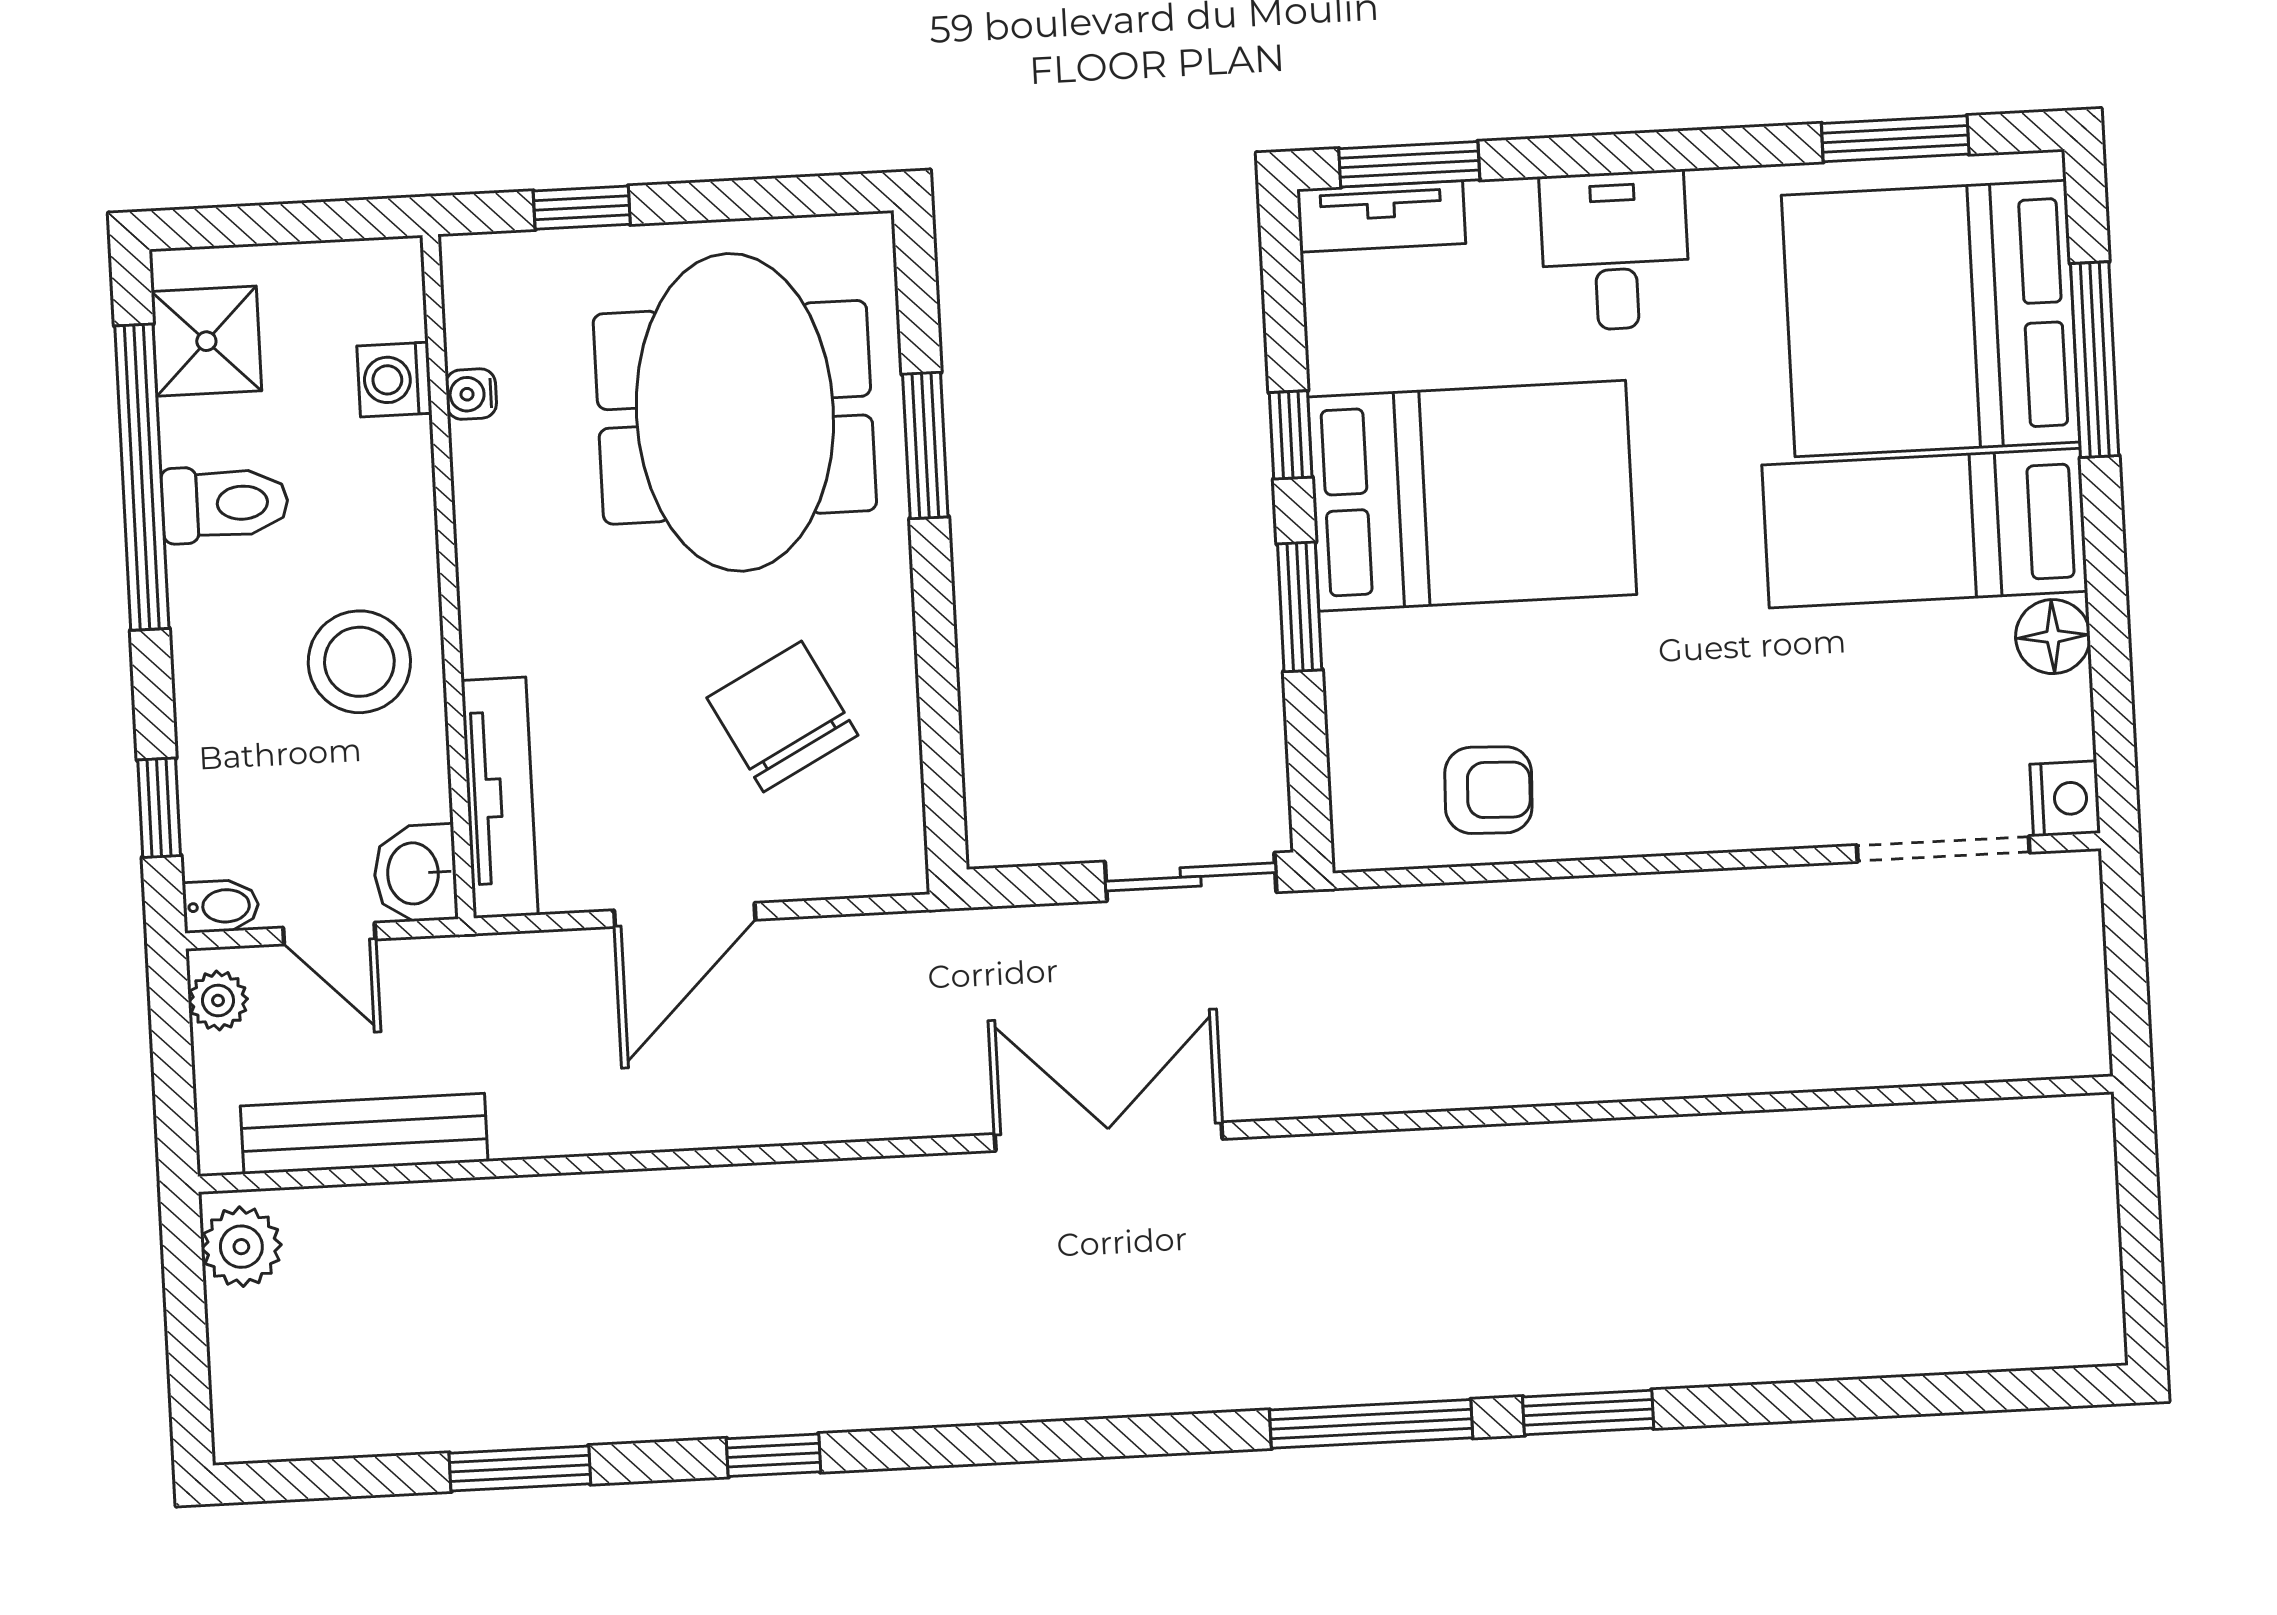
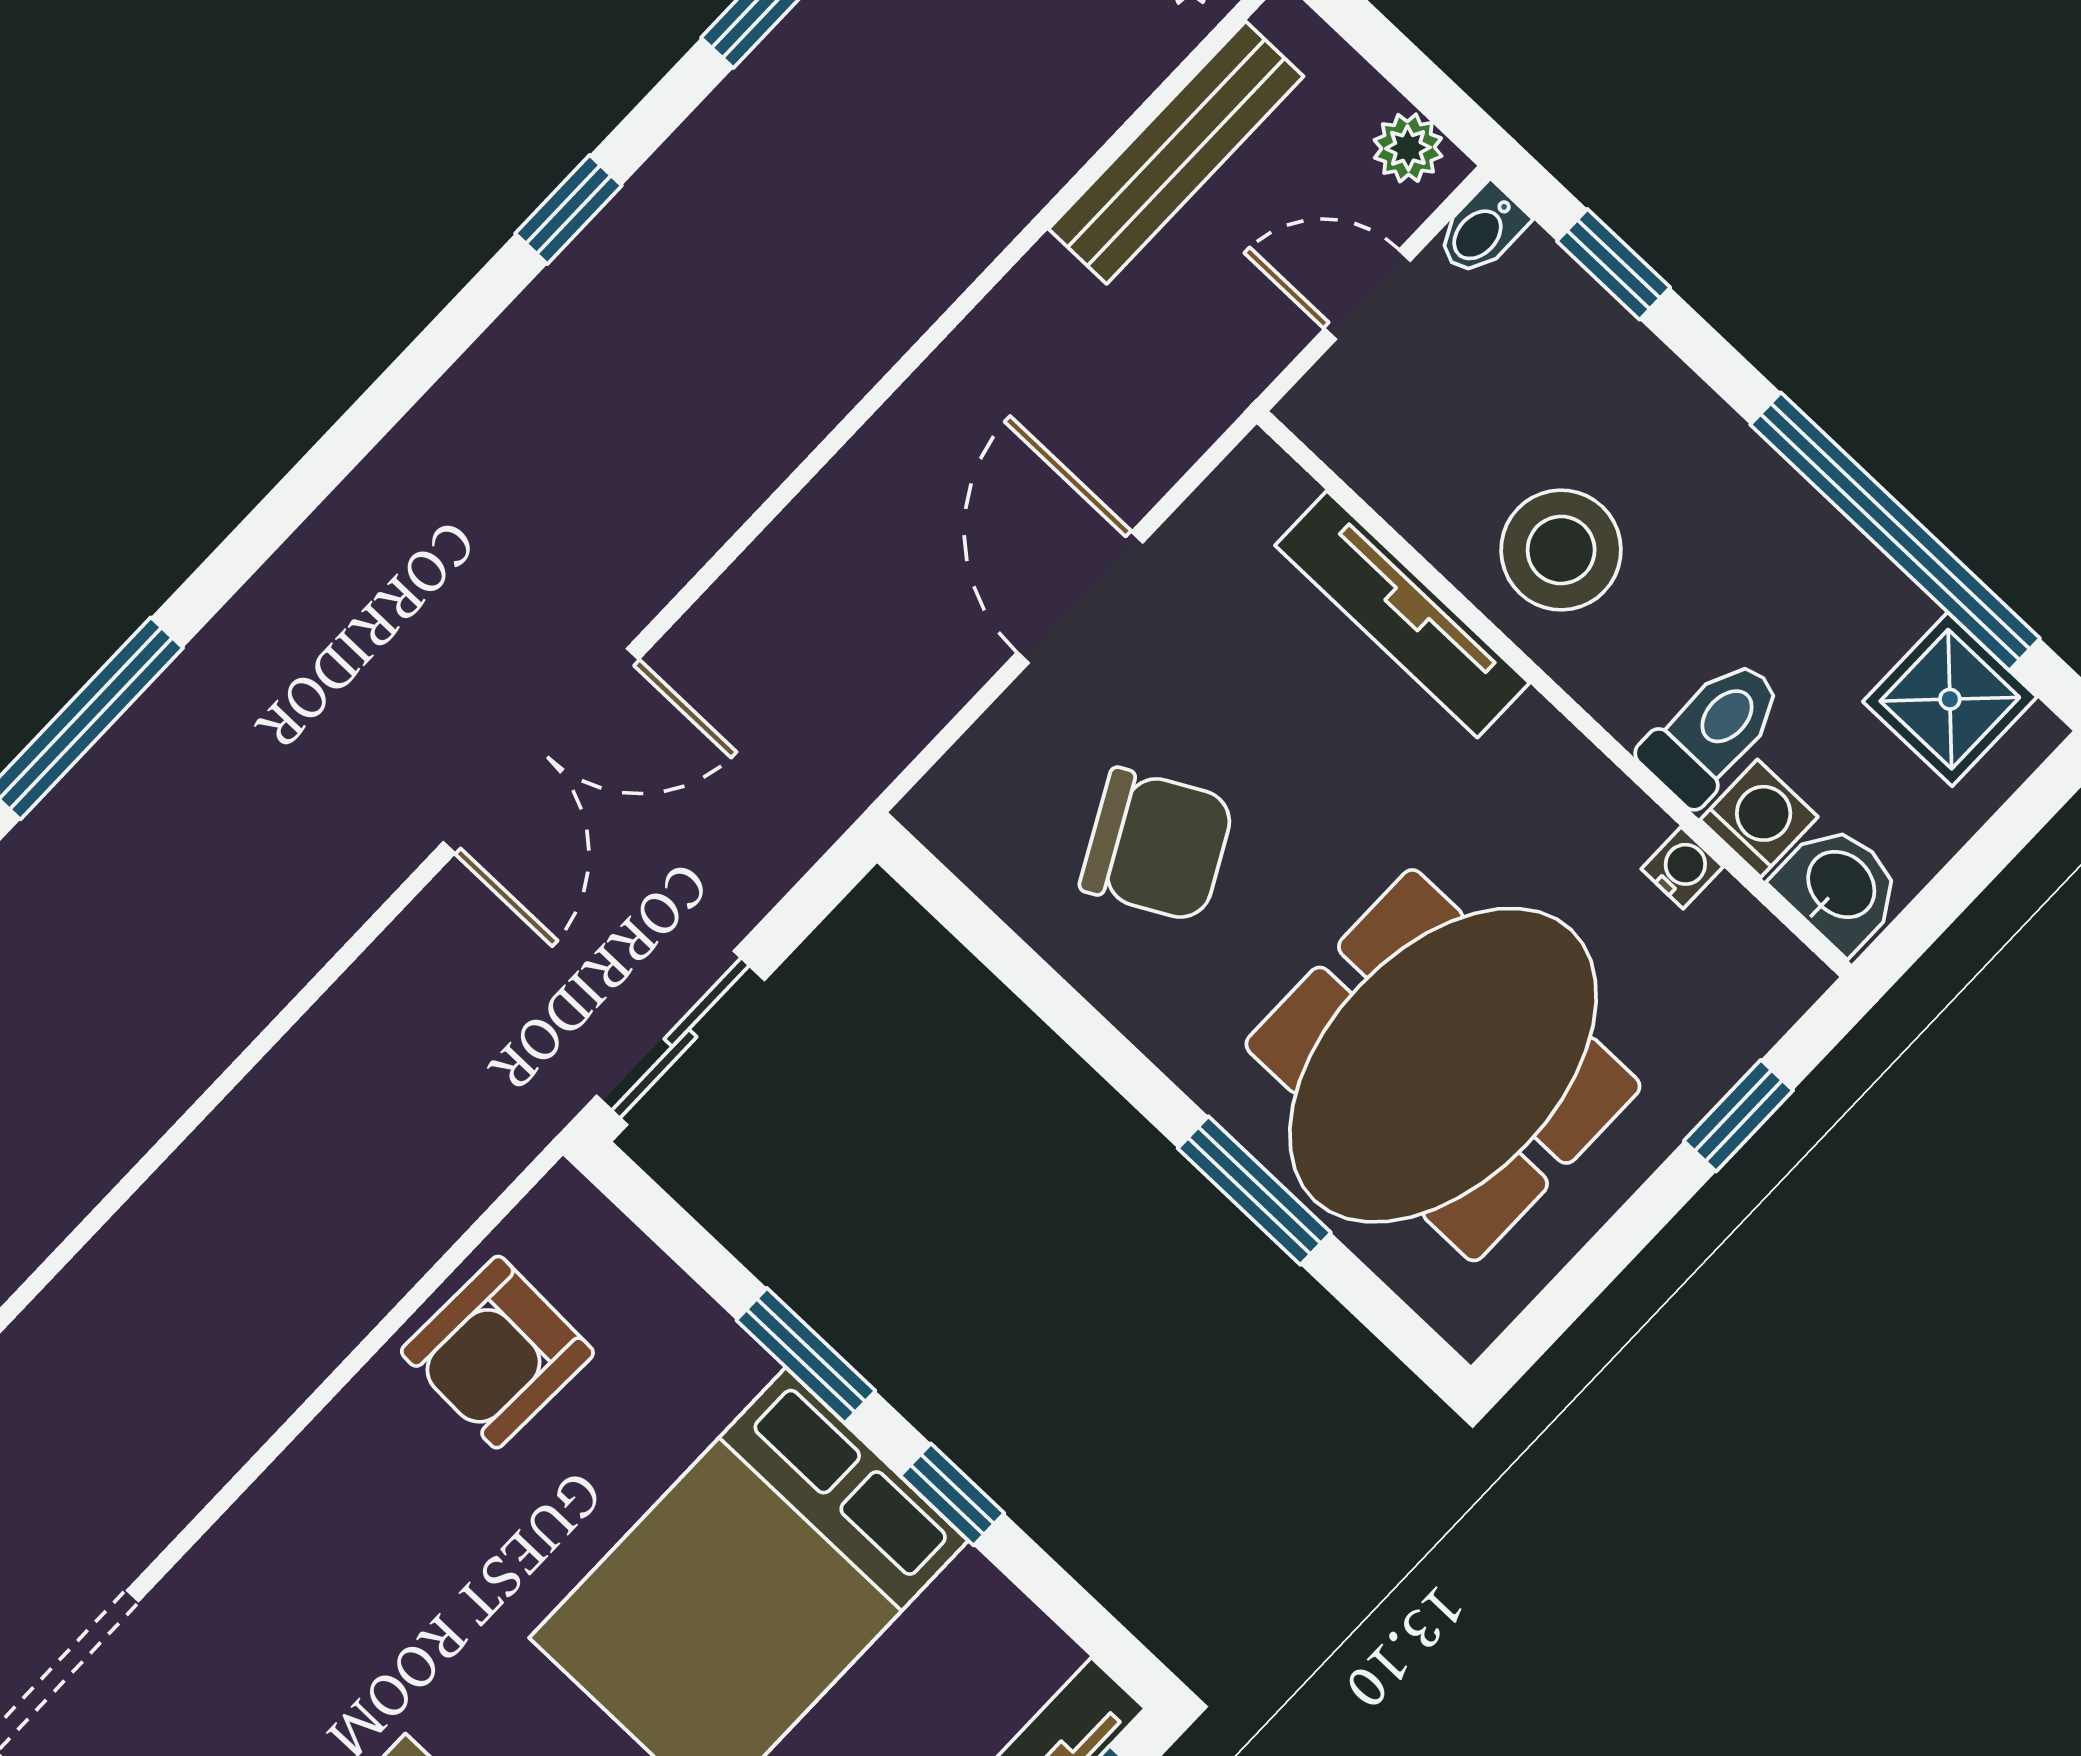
meeting table: (735, 412) -> (1443, 1065), turned 90
toilet: (225, 504) -> (1713, 731), moved, turned 180
armchair: (1488, 790) -> (497, 1352), width x1.38, depth x1.38
tv unit: (500, 798) -> (1402, 614), moved
washbasin: (415, 873) -> (1839, 887), moved

